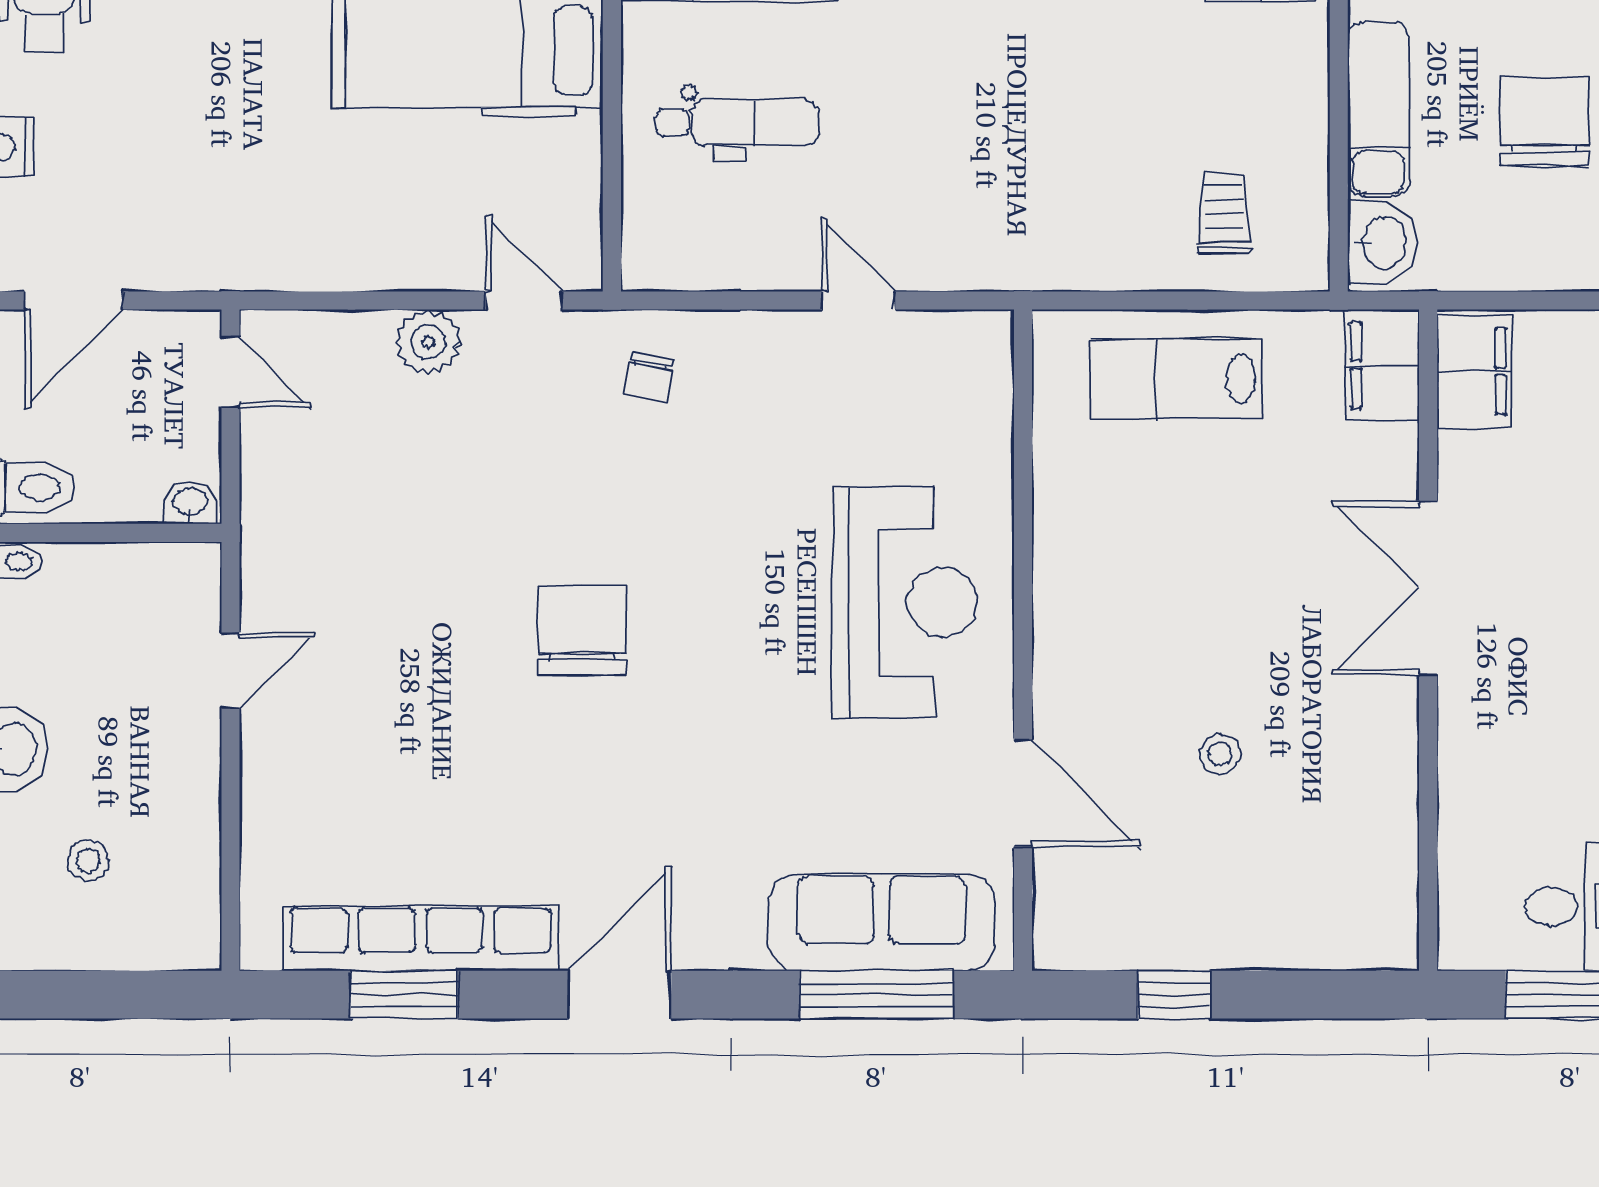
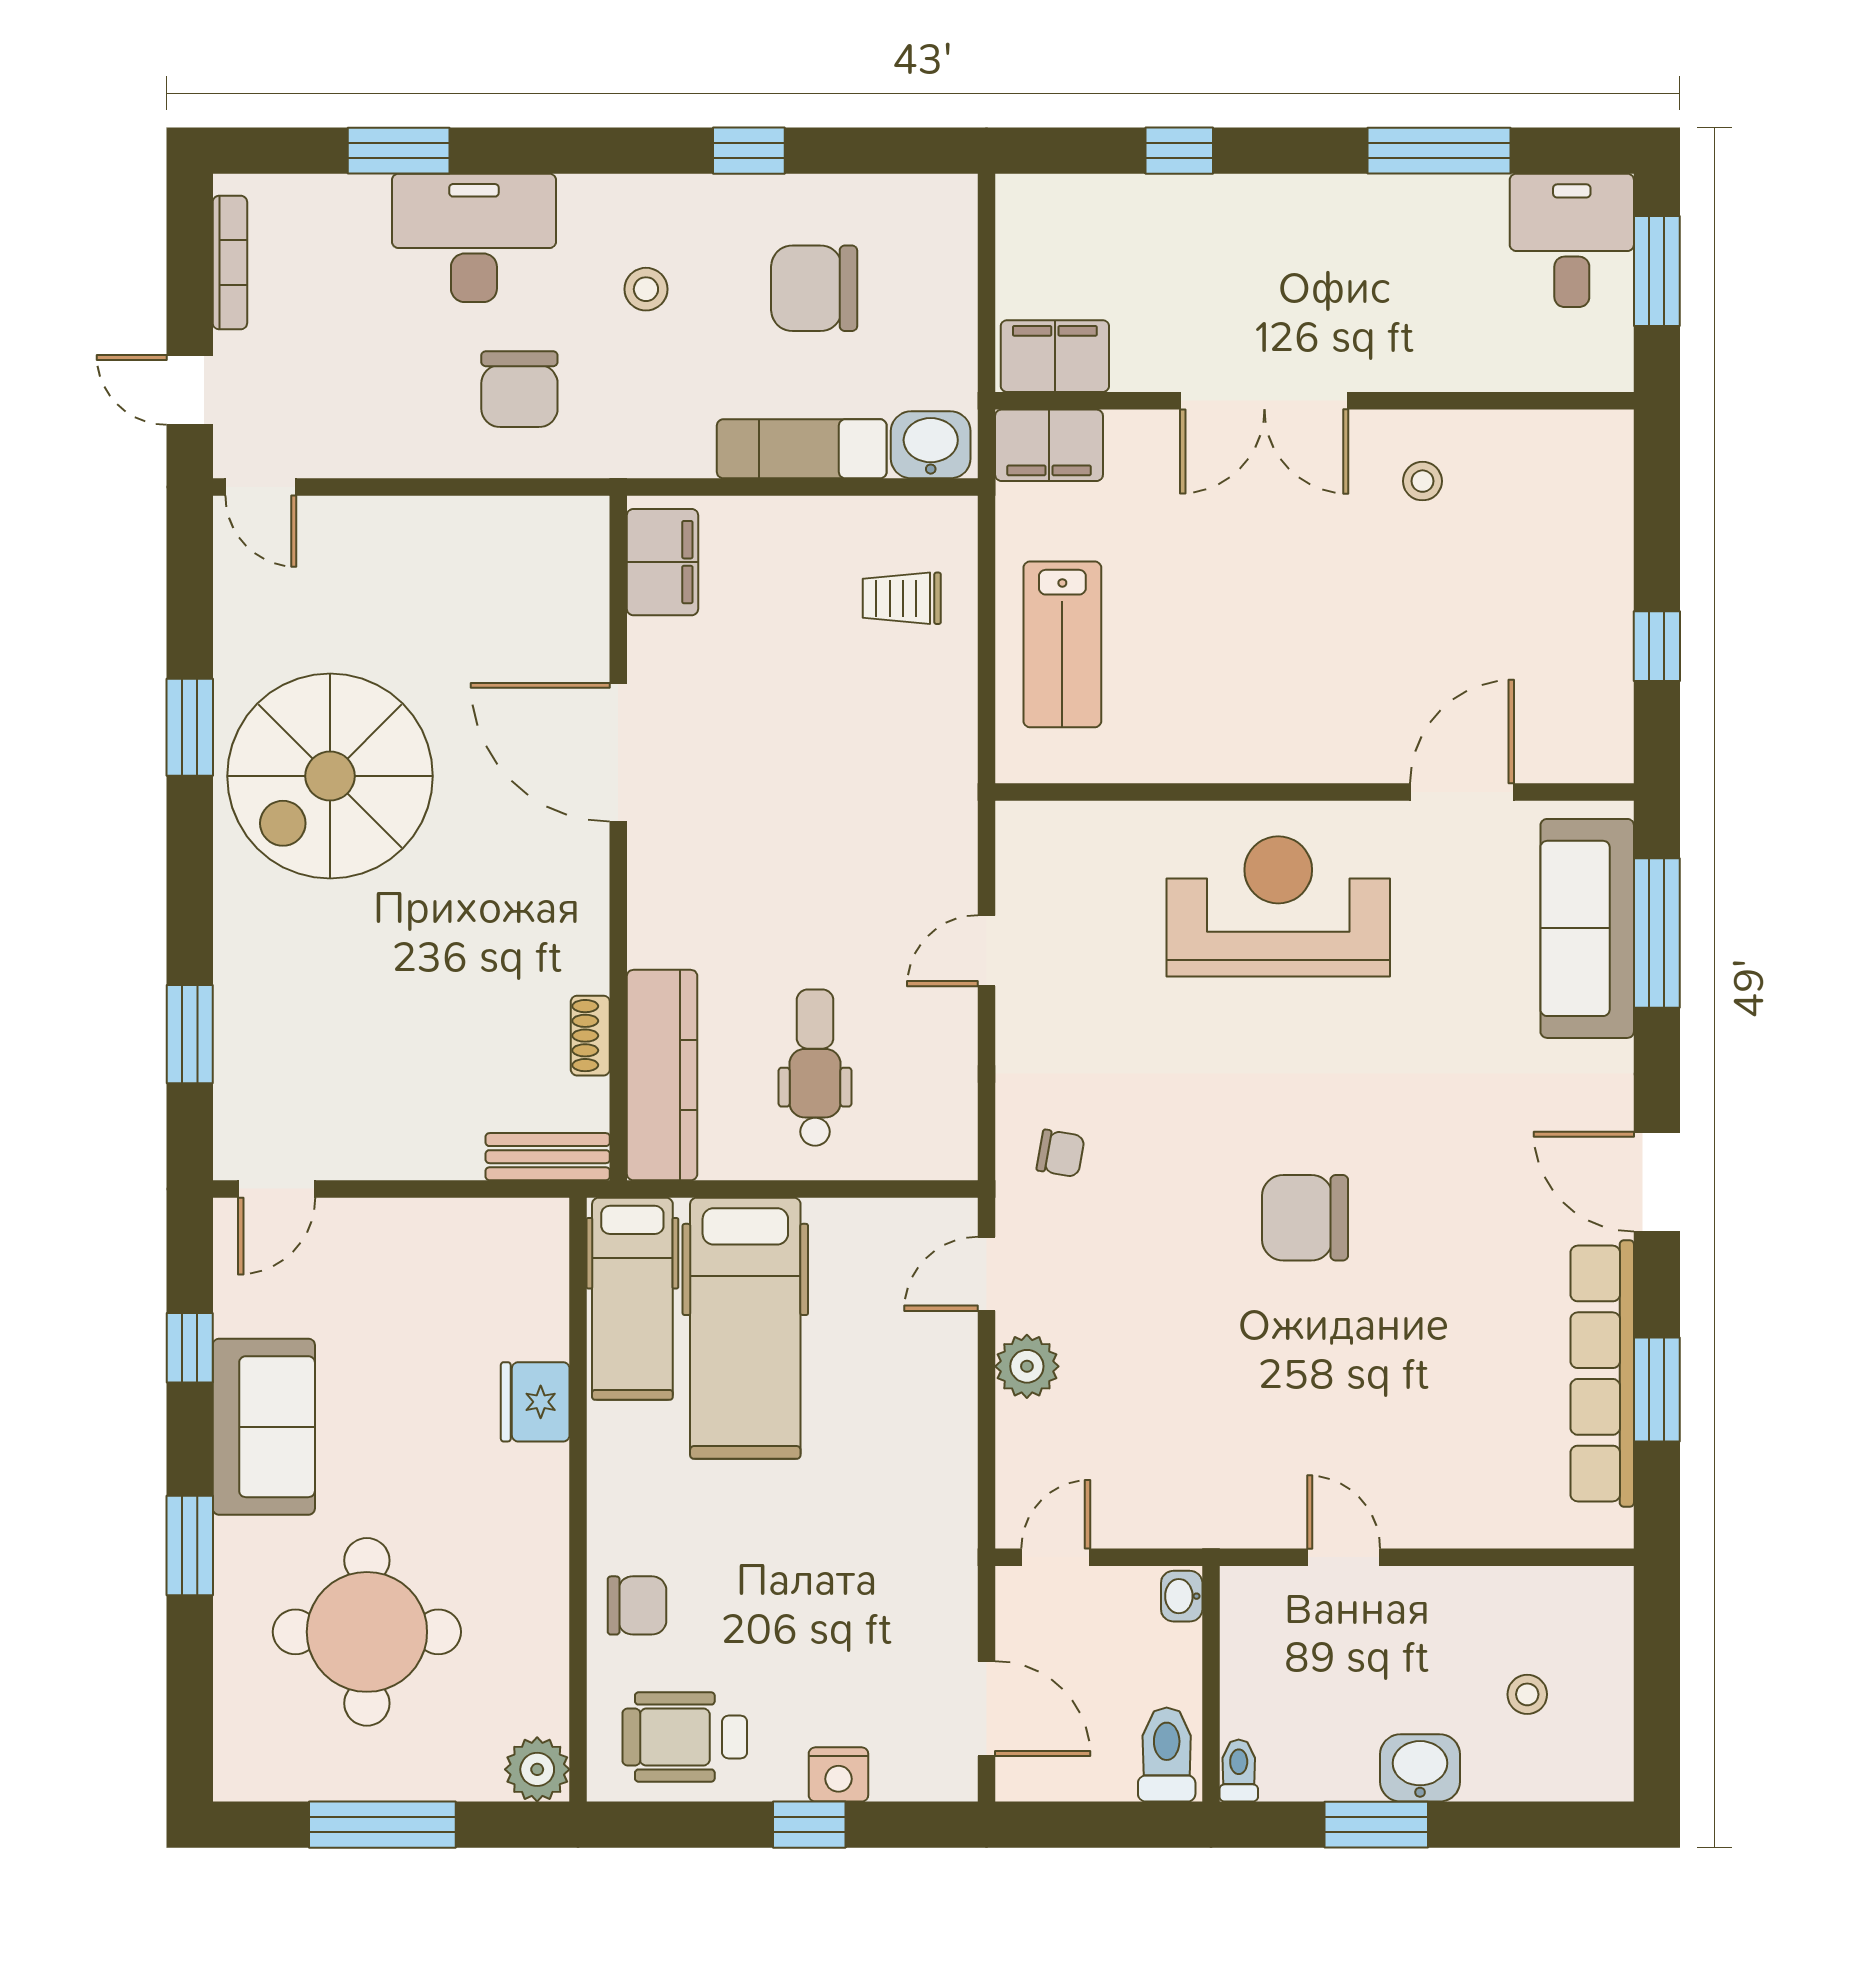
stool: (1220, 754) -> (1422, 481), moved

